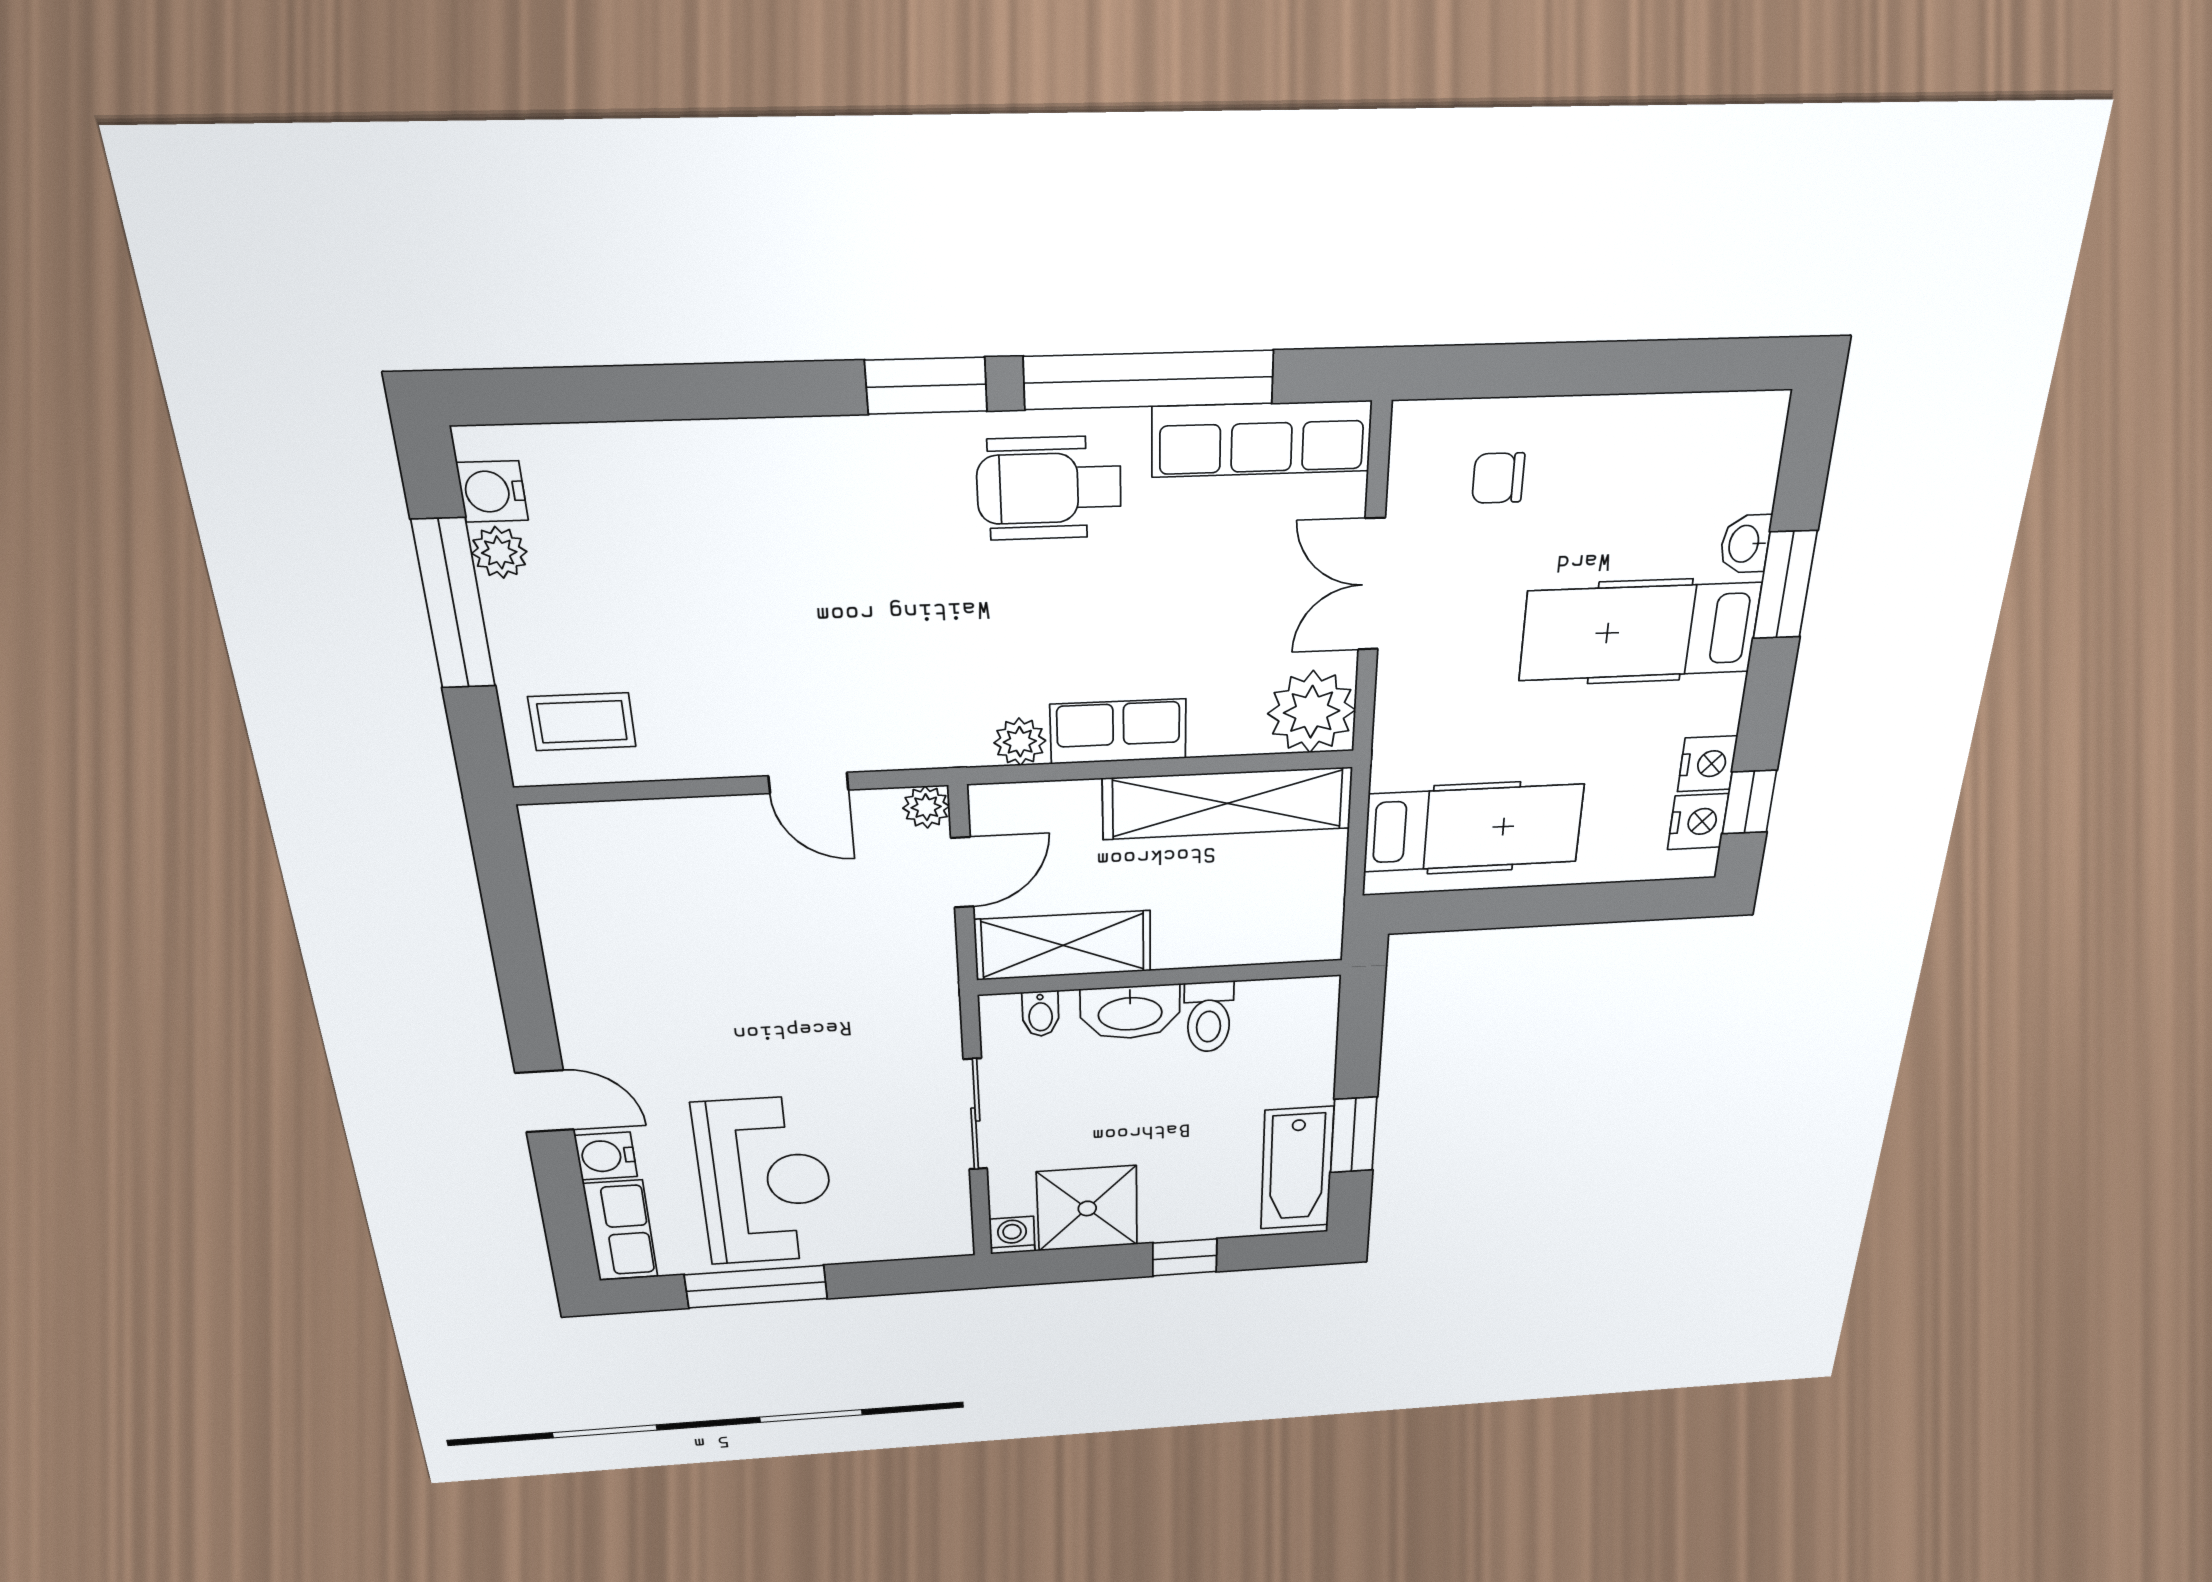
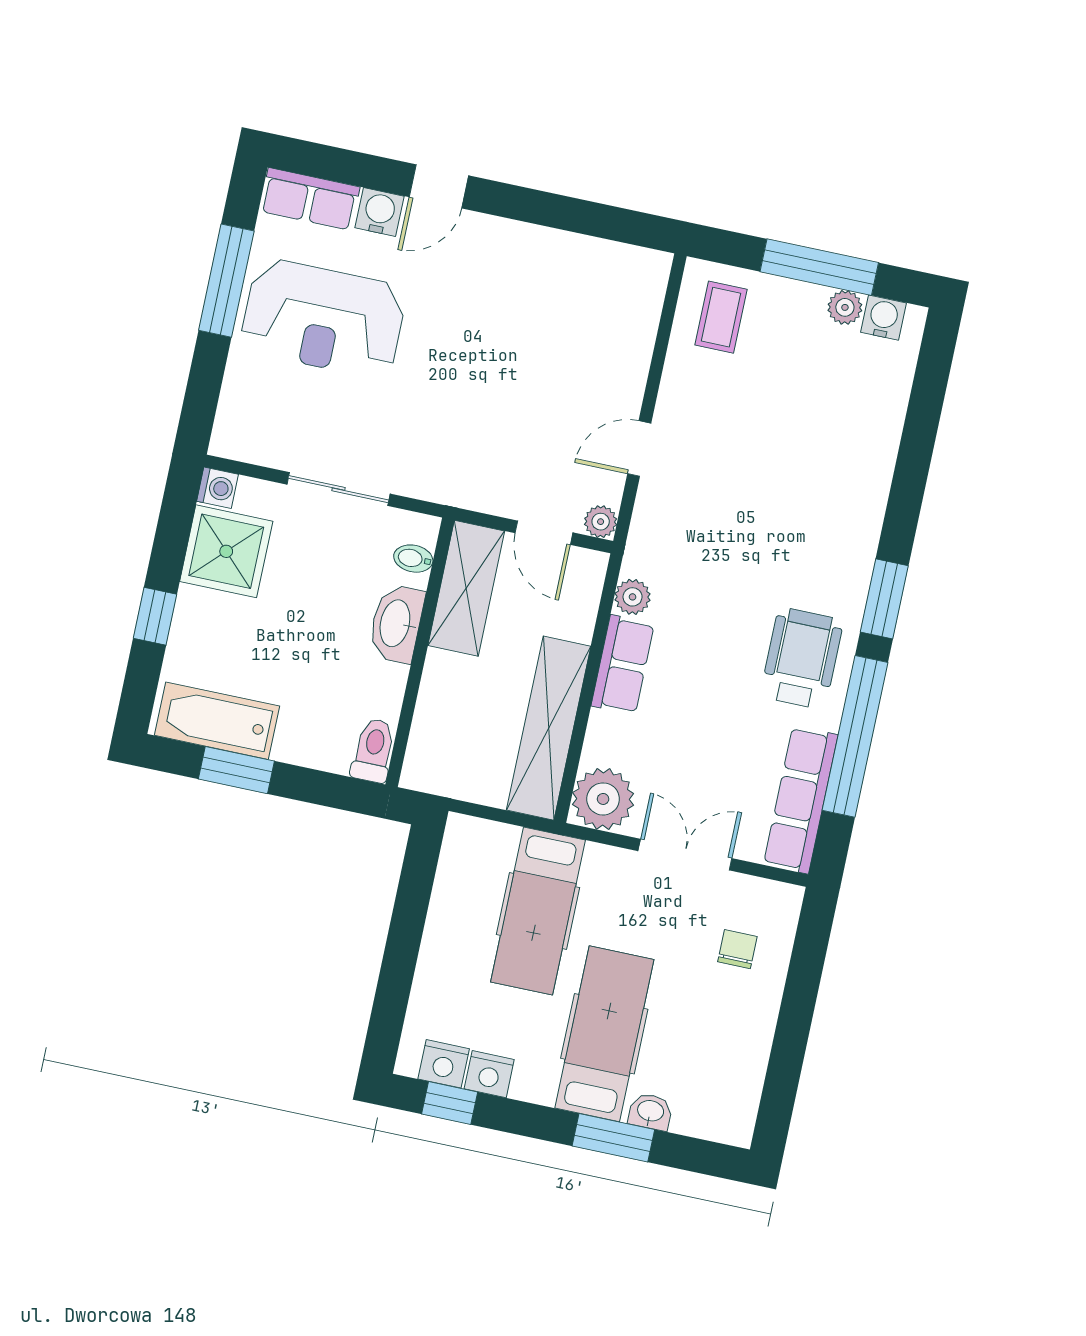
hospital bed: (1473, 828) -> (538, 911), moved
toilet: (1209, 1017) -> (373, 750), moved, turned 90

